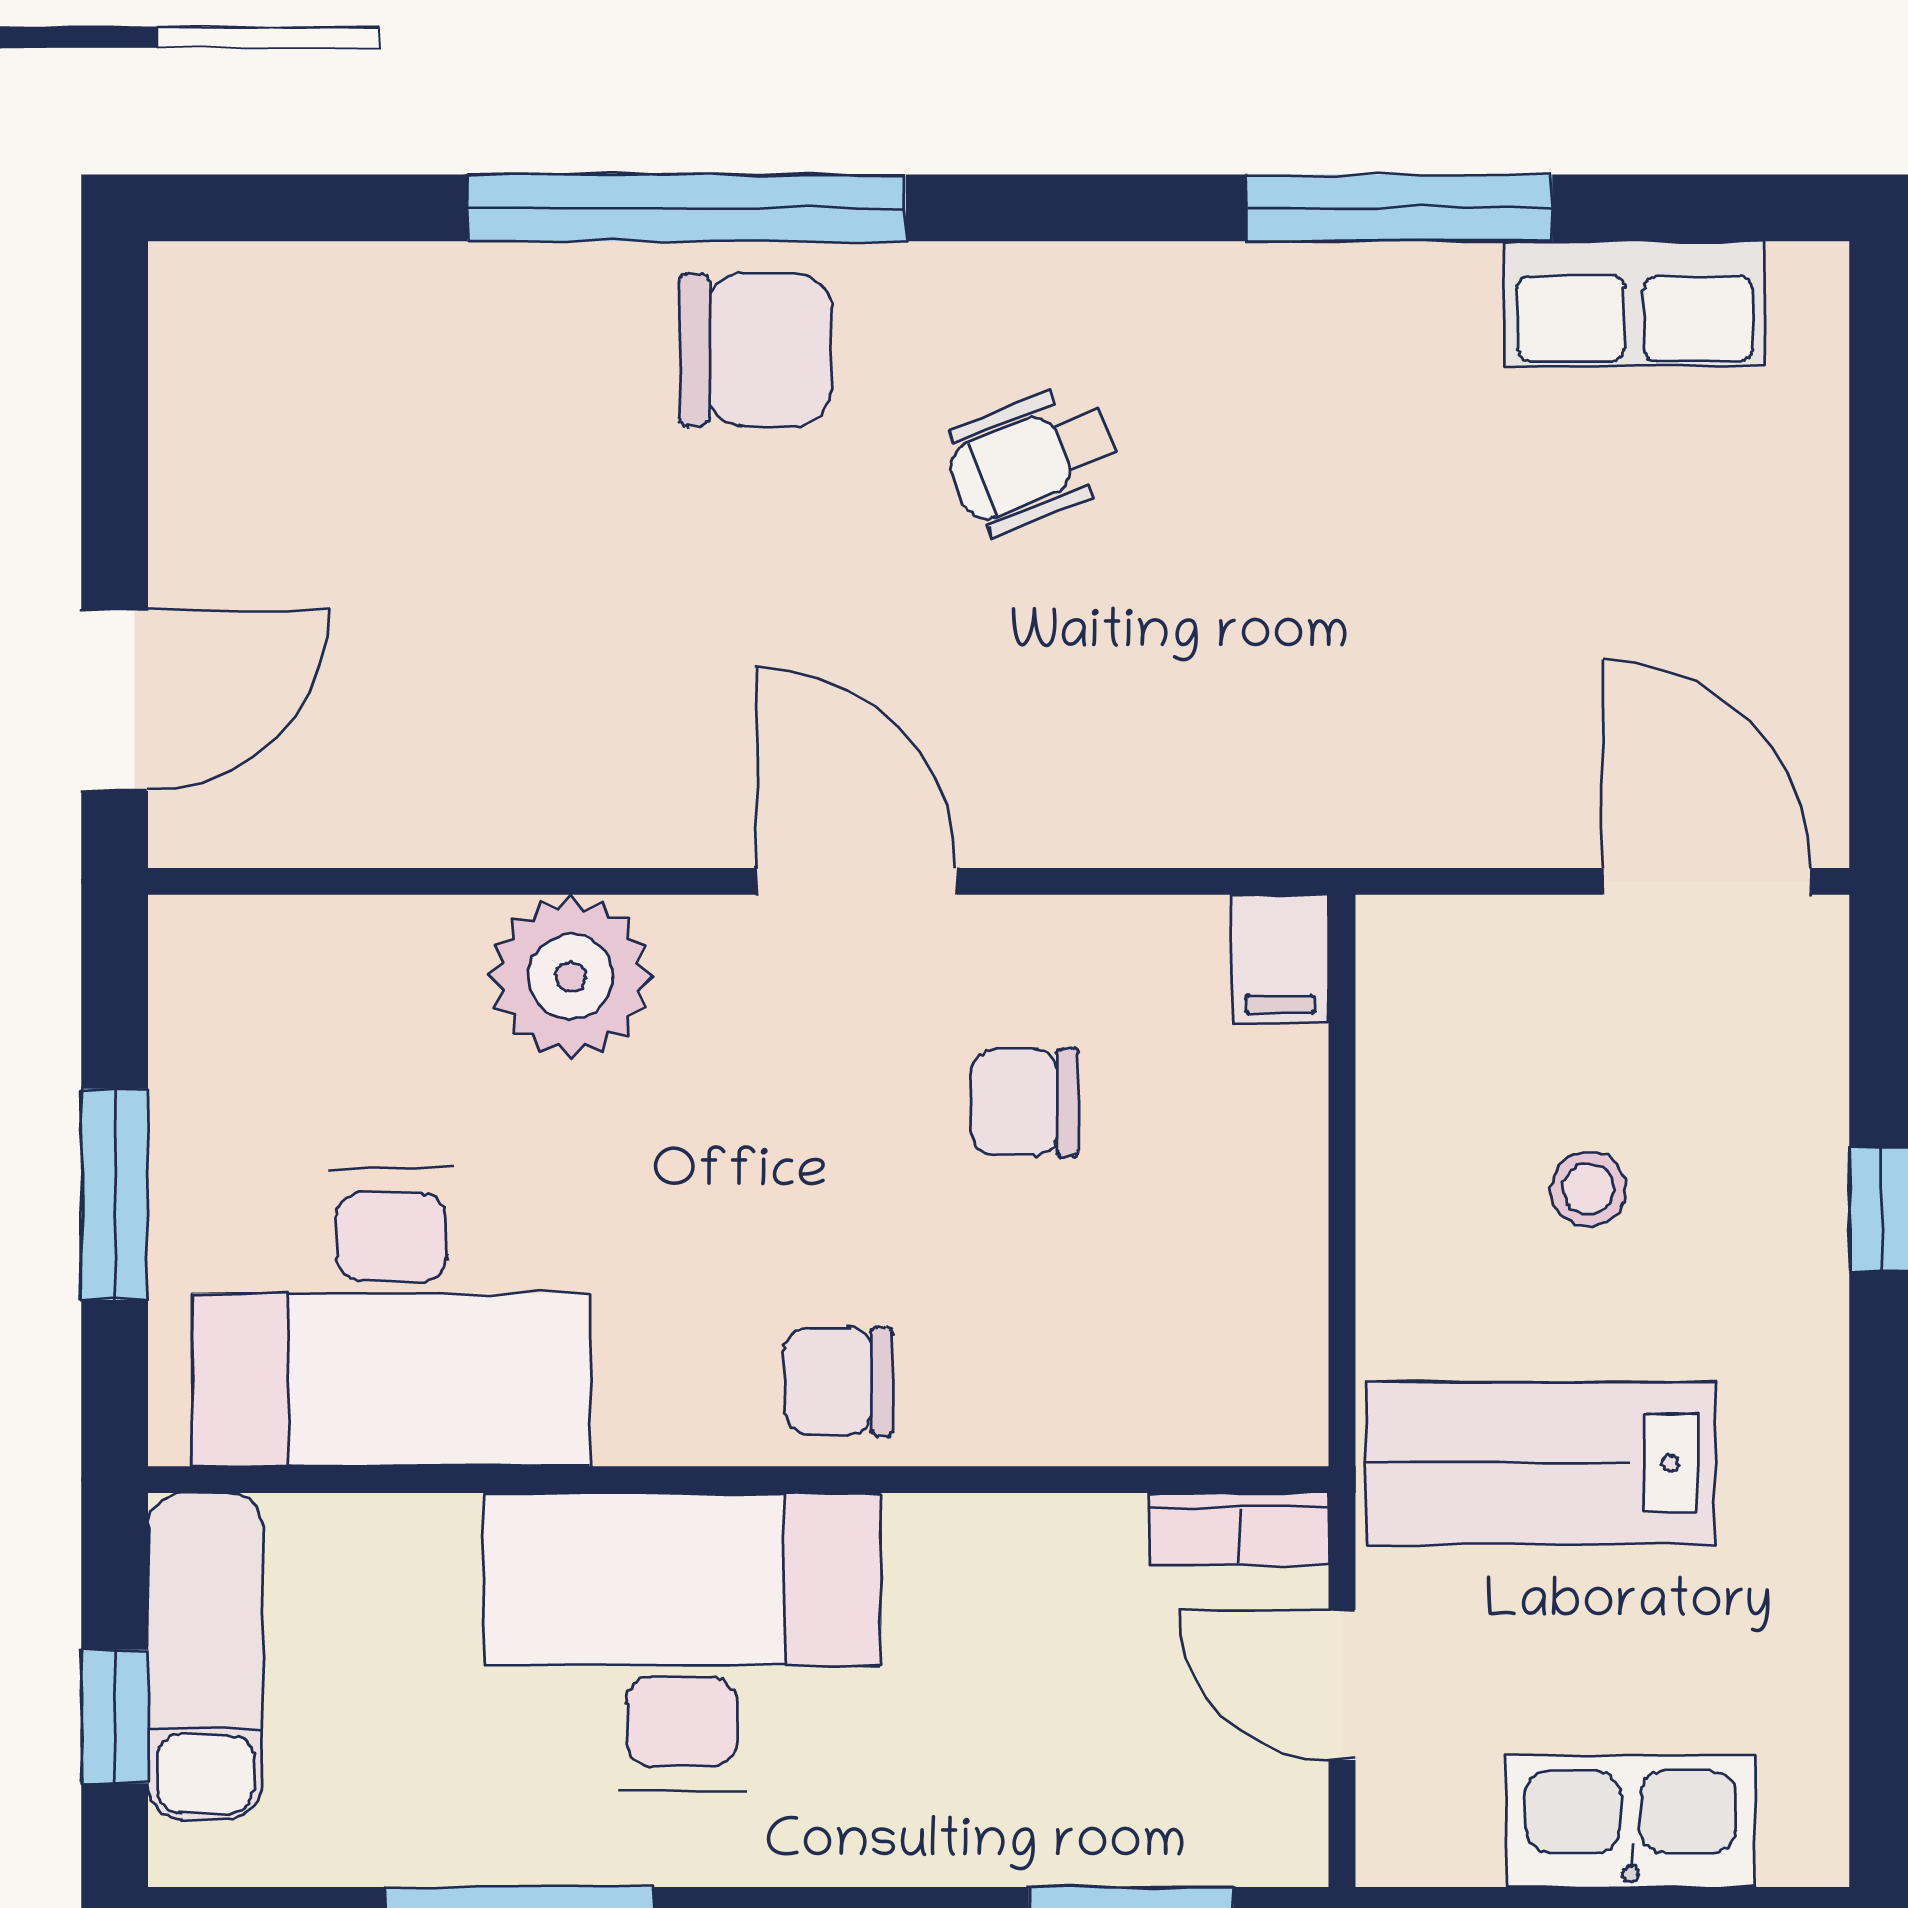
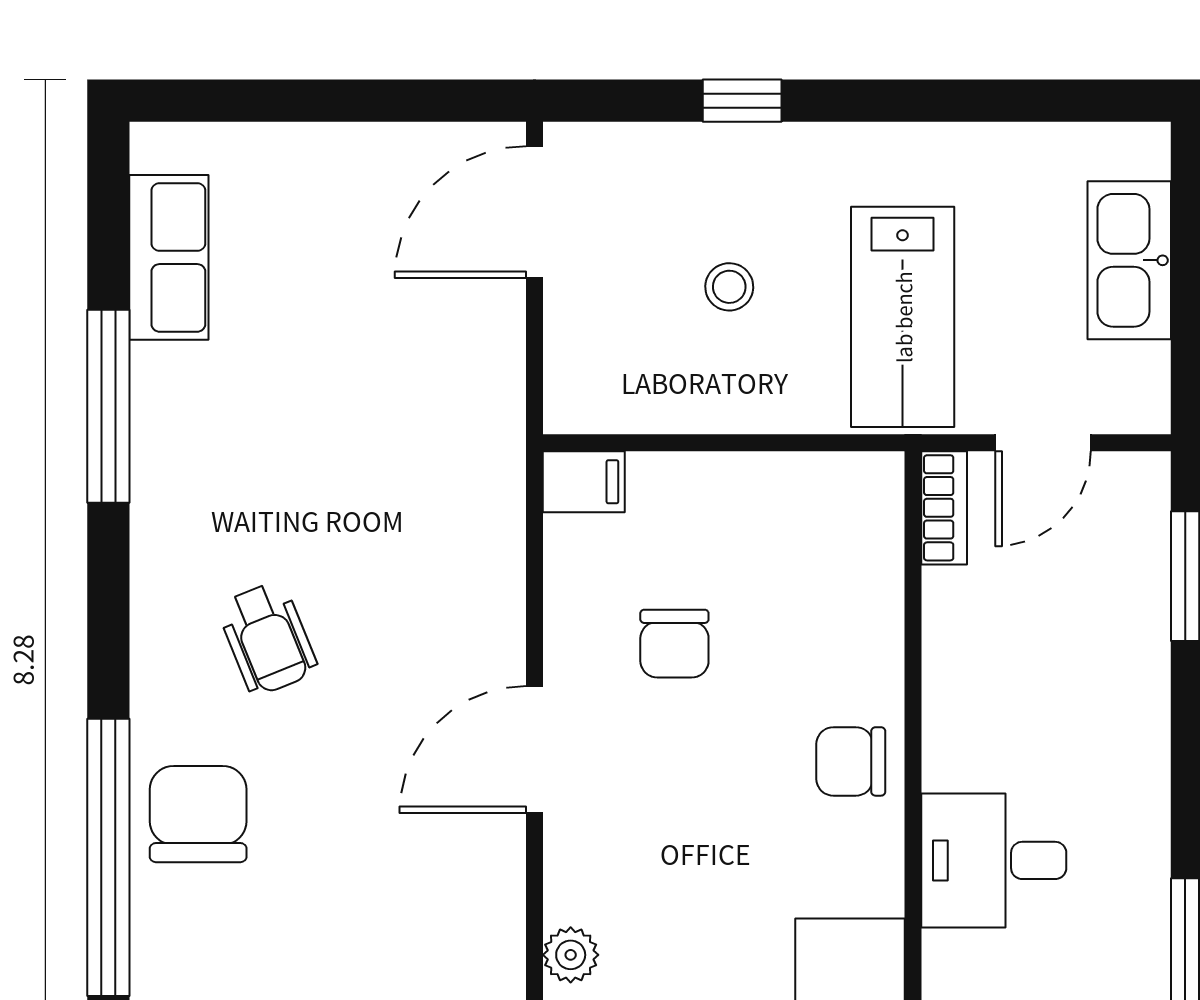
plant: (571, 977) -> (571, 955), width x0.53, depth x0.53
chair: (838, 1381) -> (851, 761), turned 90
desk: (682, 1642) -> (994, 860), width x0.53, depth x0.77

